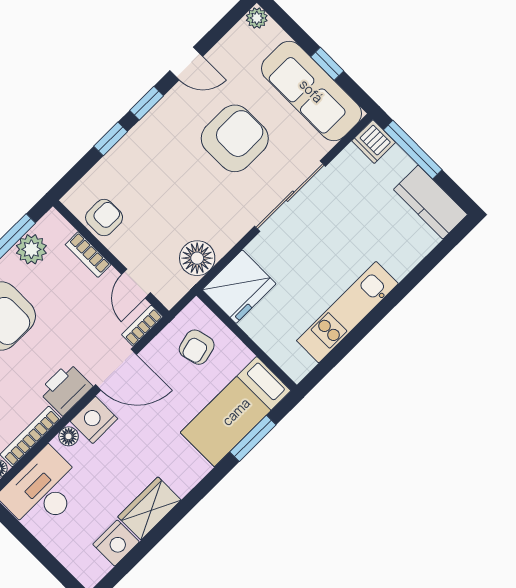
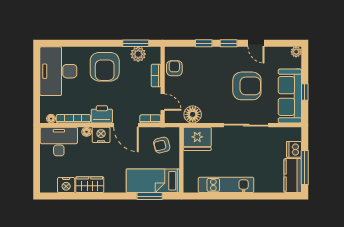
dishwasher: (374, 142) -> (294, 149), moved
window: (413, 150) -> (305, 168), moved
armchair: (104, 218) -> (174, 68), turned -90
door: (136, 284) -> (163, 102), swing flipped

